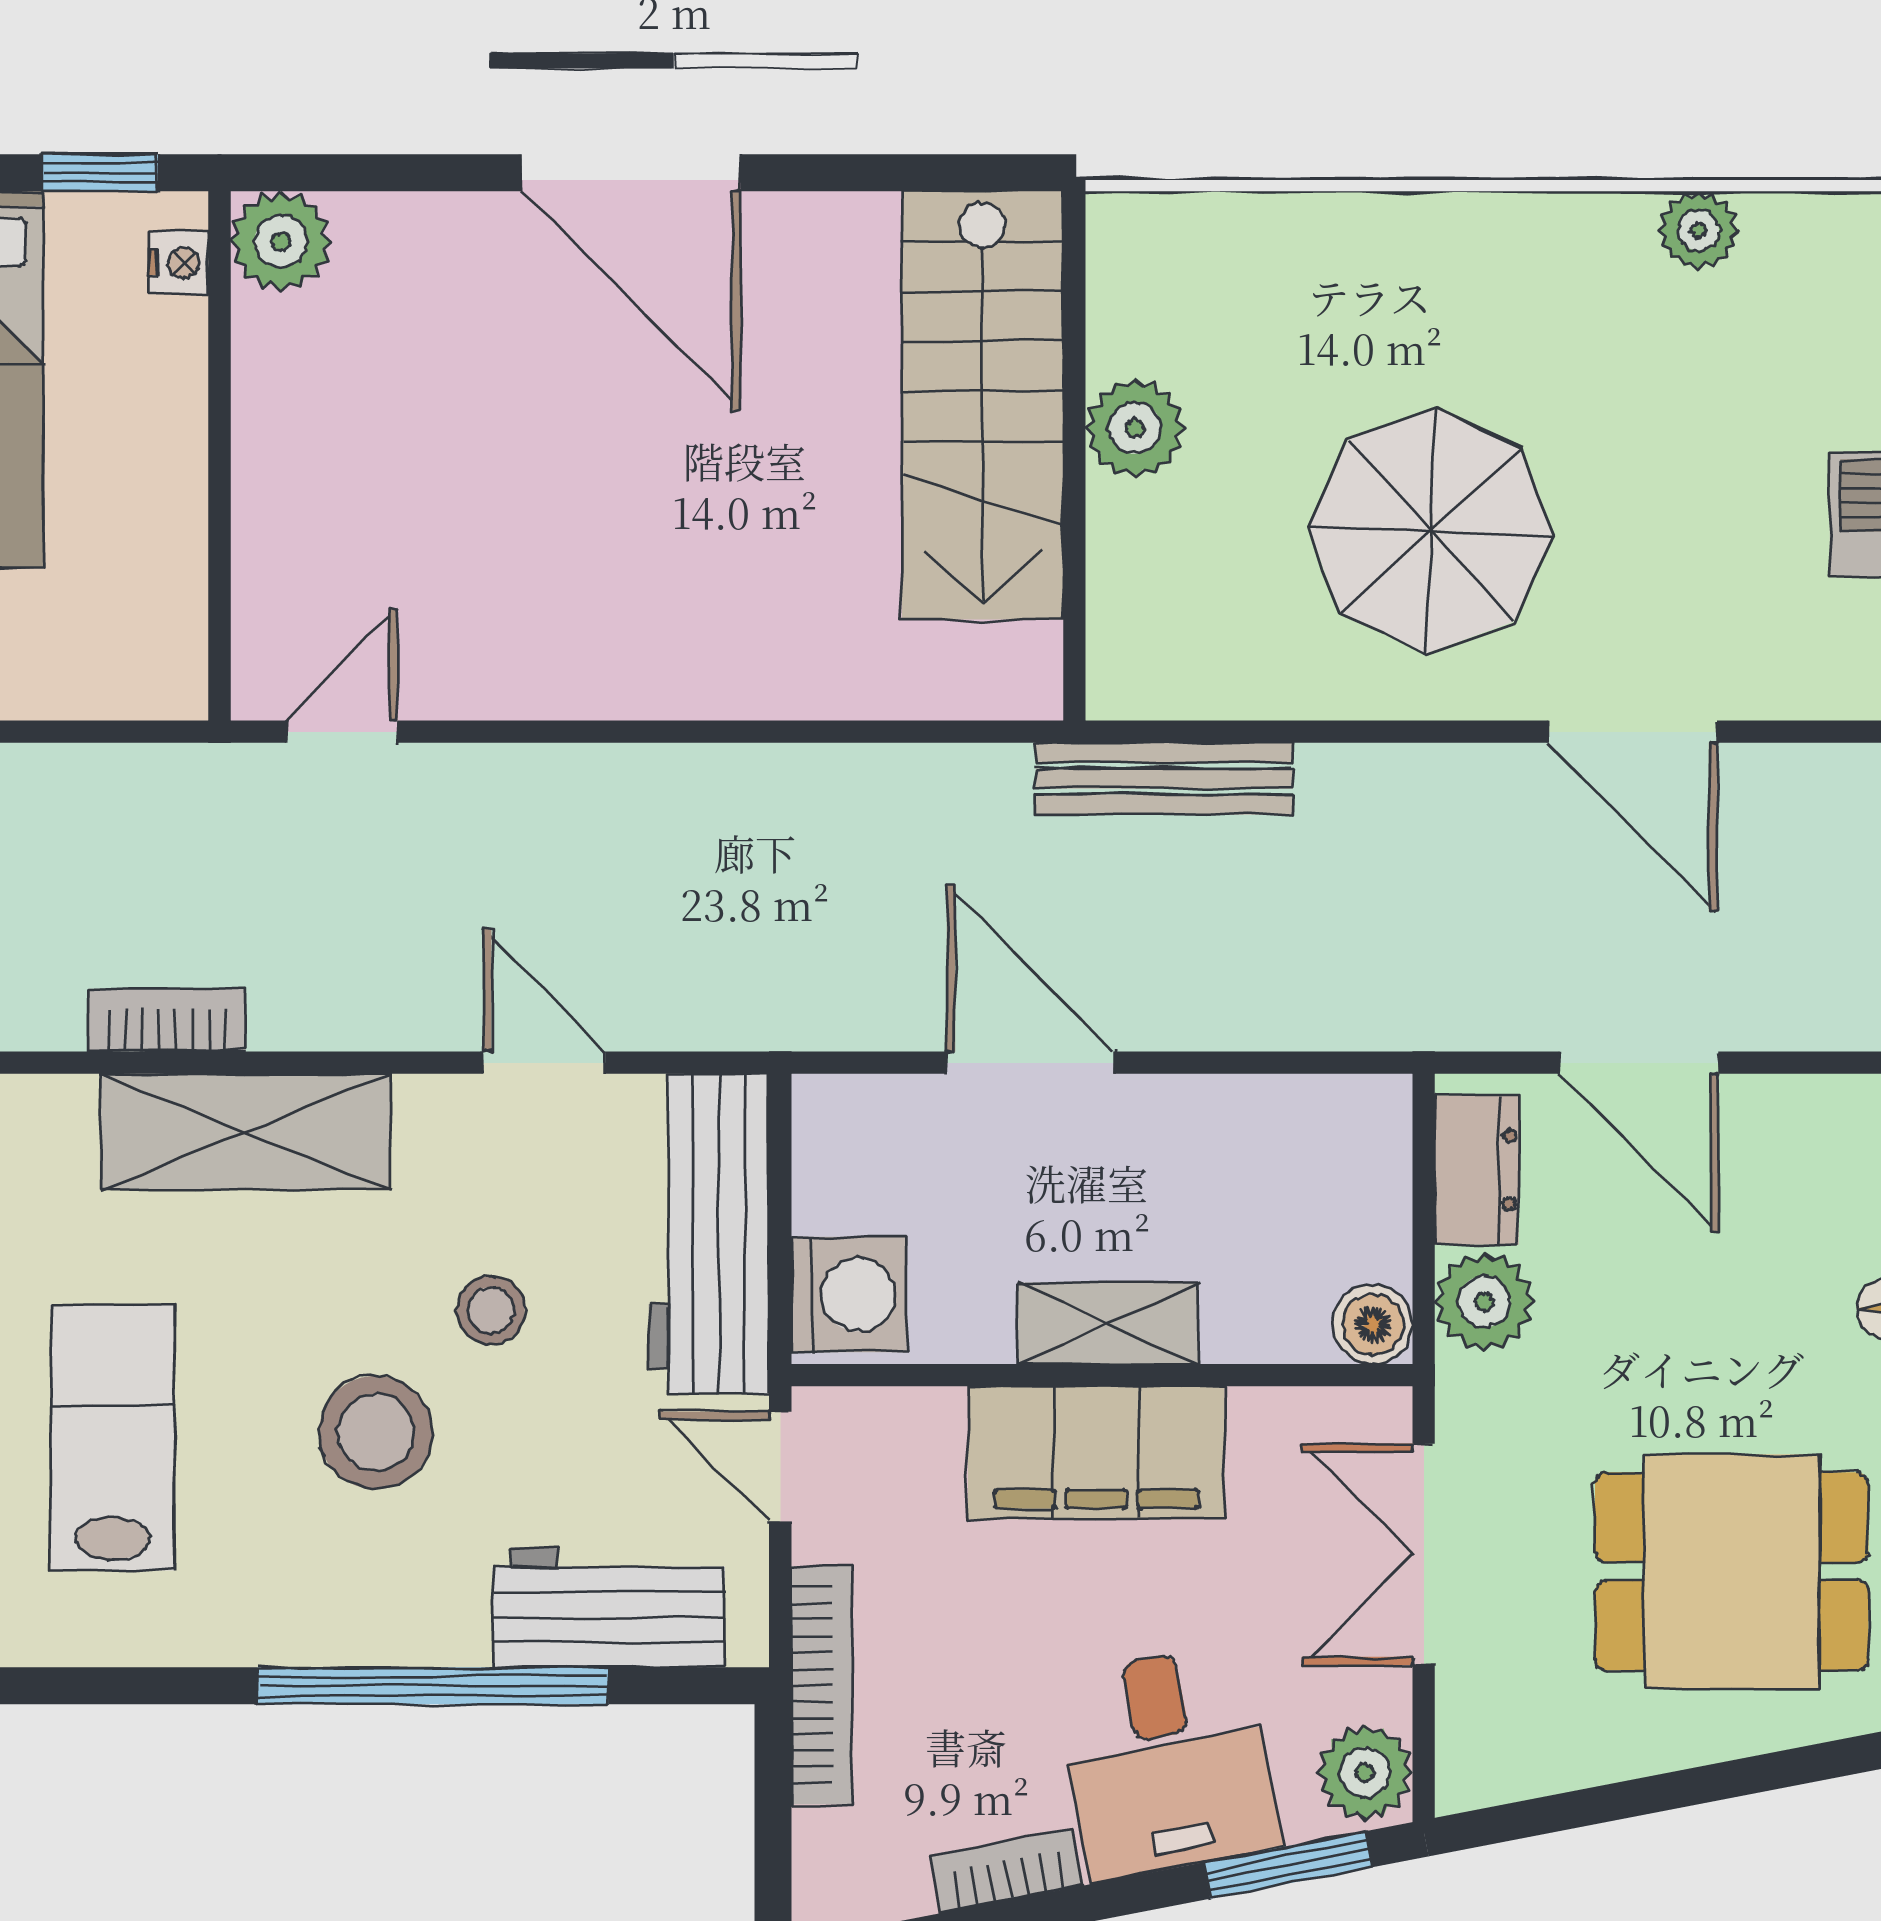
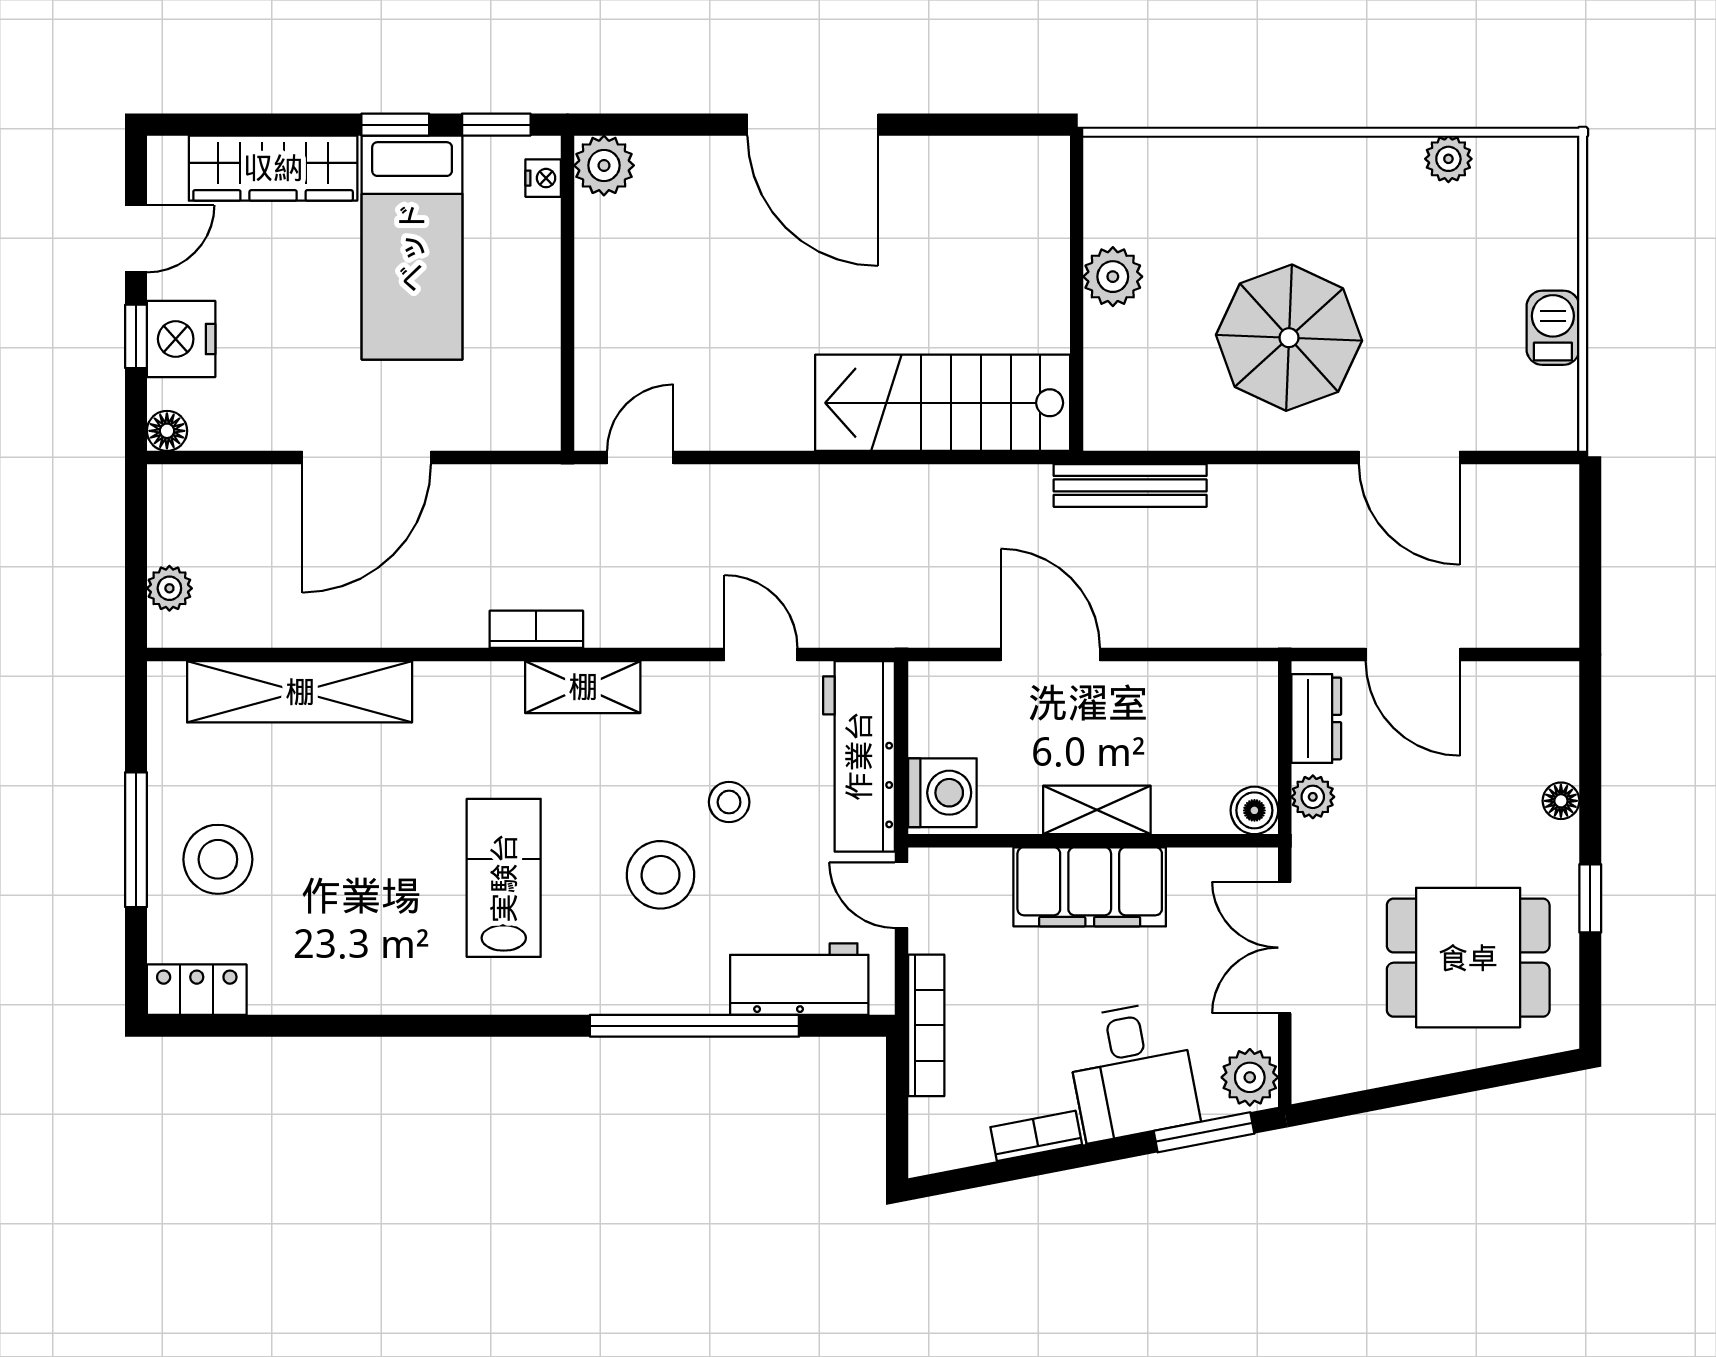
stairs: (983, 405) -> (943, 403), moved, turned 90
shelving: (245, 1132) -> (583, 687), width x0.67, depth x0.75
plant: (1484, 1302) -> (1313, 797), width x0.73, depth x0.73

